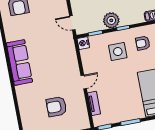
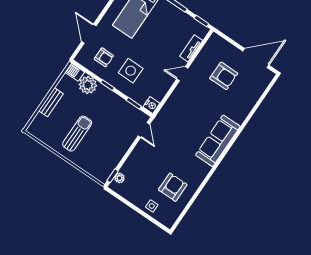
plant: (111, 20) -> (88, 85), moved

